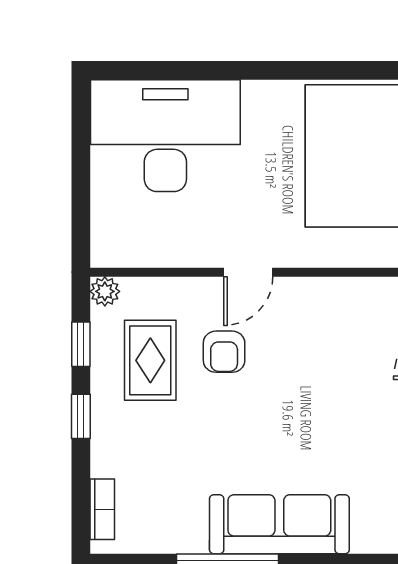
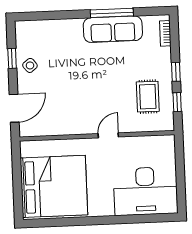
plant: (105, 291) -> (168, 125), removed
armchair: (224, 352) -> (117, 102), removed
sofa: (279, 524) -> (113, 29), moved

